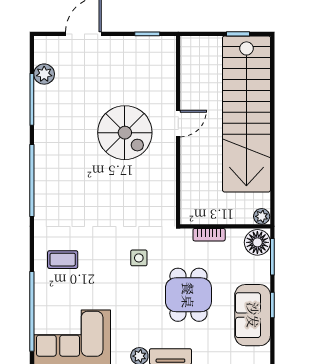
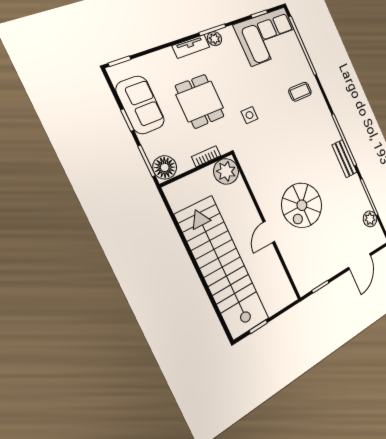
spiral stairs: (125, 133) -> (302, 205), turned -90
bench: (43, 159) -> (344, 159), added
plant: (262, 216) -> (226, 171), moved, width x1.88, depth x1.88

